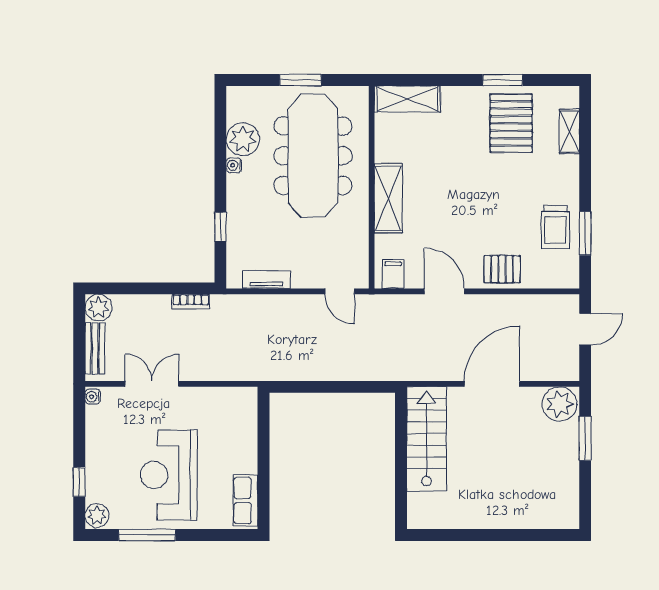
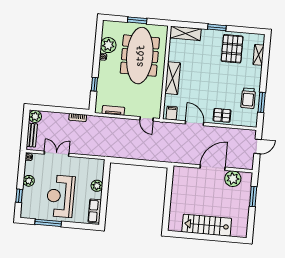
window: (503, 80) -> (217, 27), moved
plant: (560, 404) -> (233, 179), moved
stairs: (427, 439) -> (207, 225), moved, turned -90
plant: (245, 445) -> (97, 186), added
plant: (97, 515) -> (29, 181), moved

